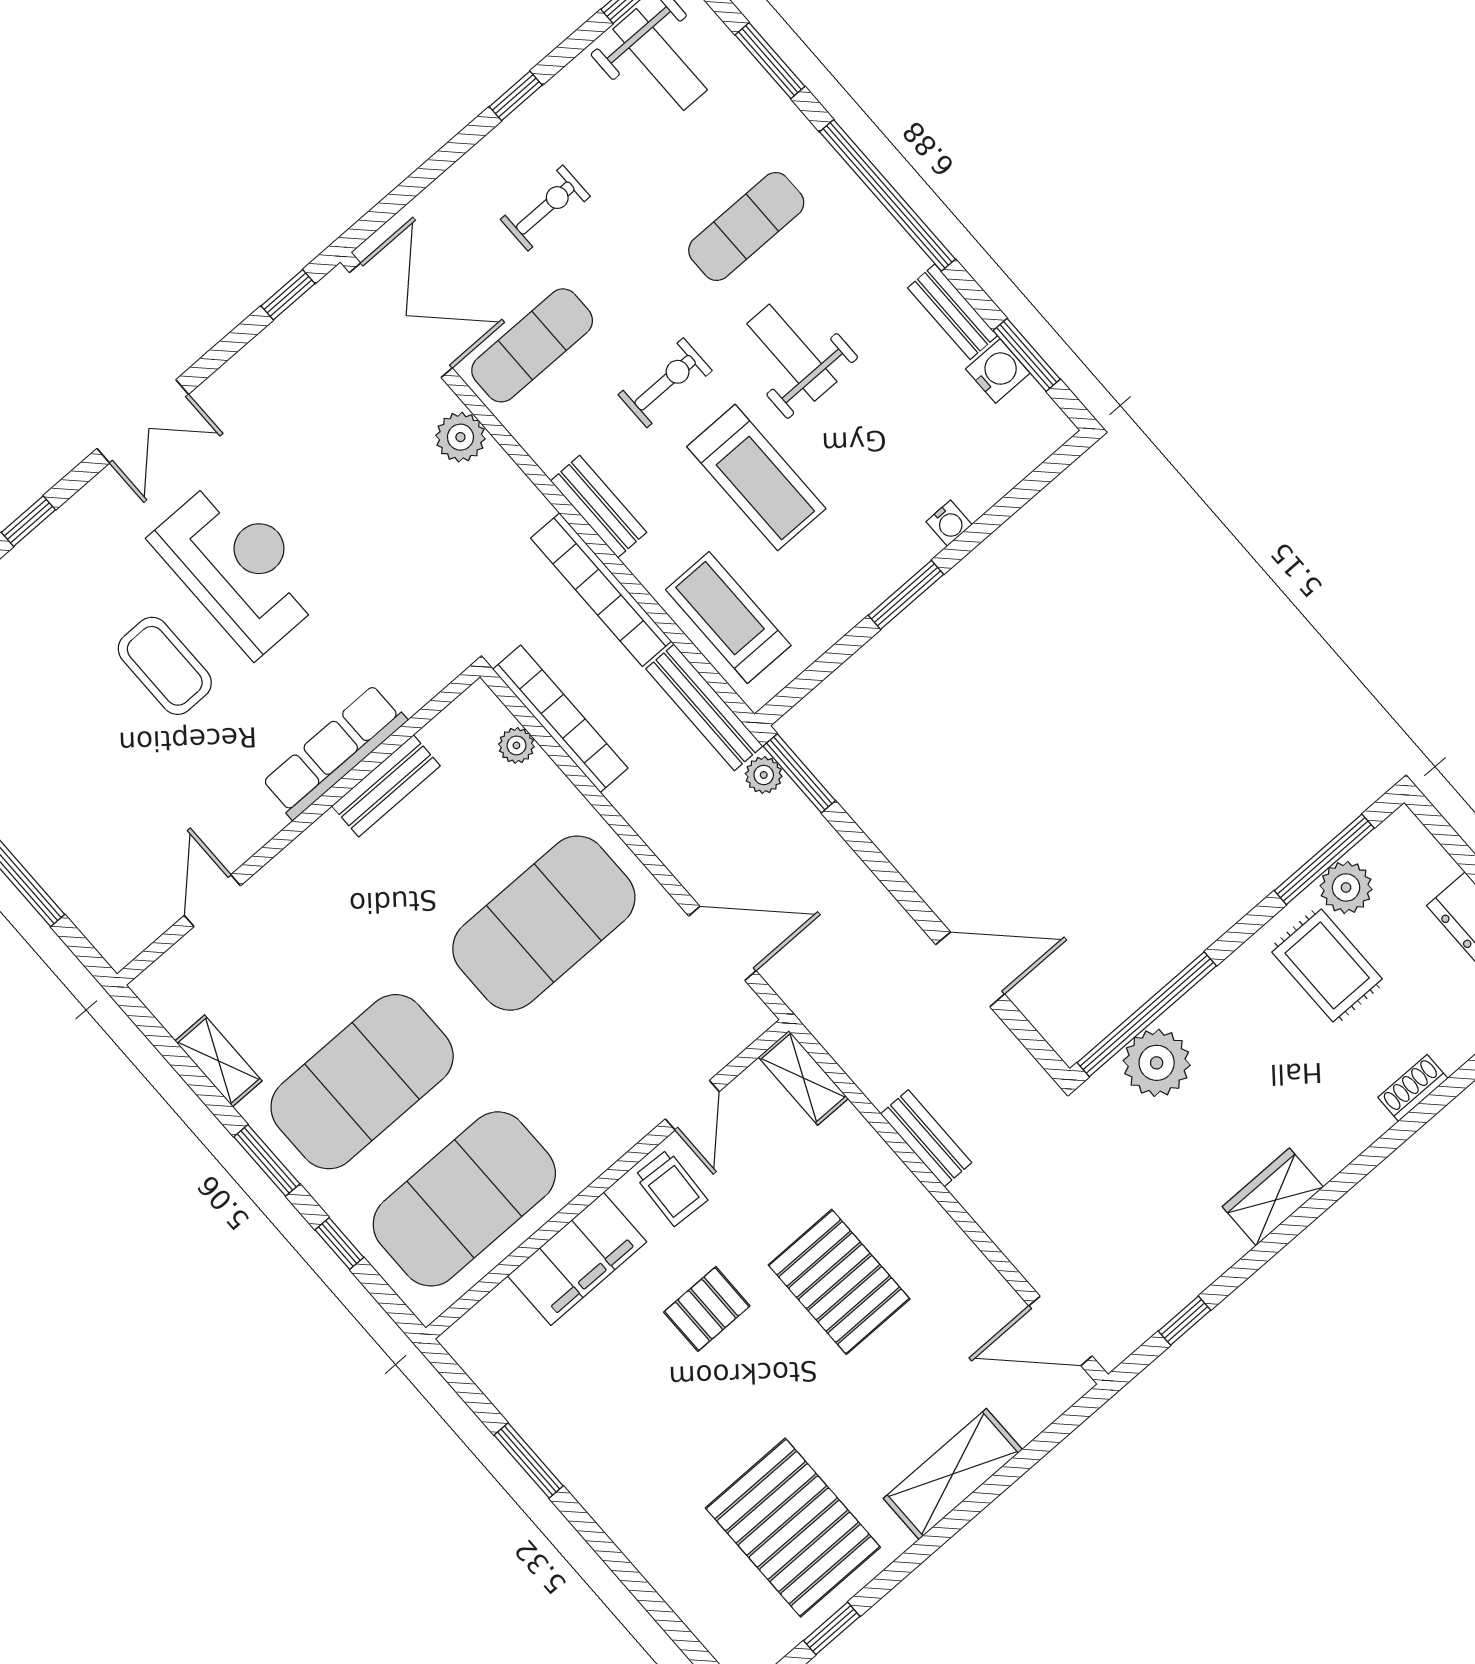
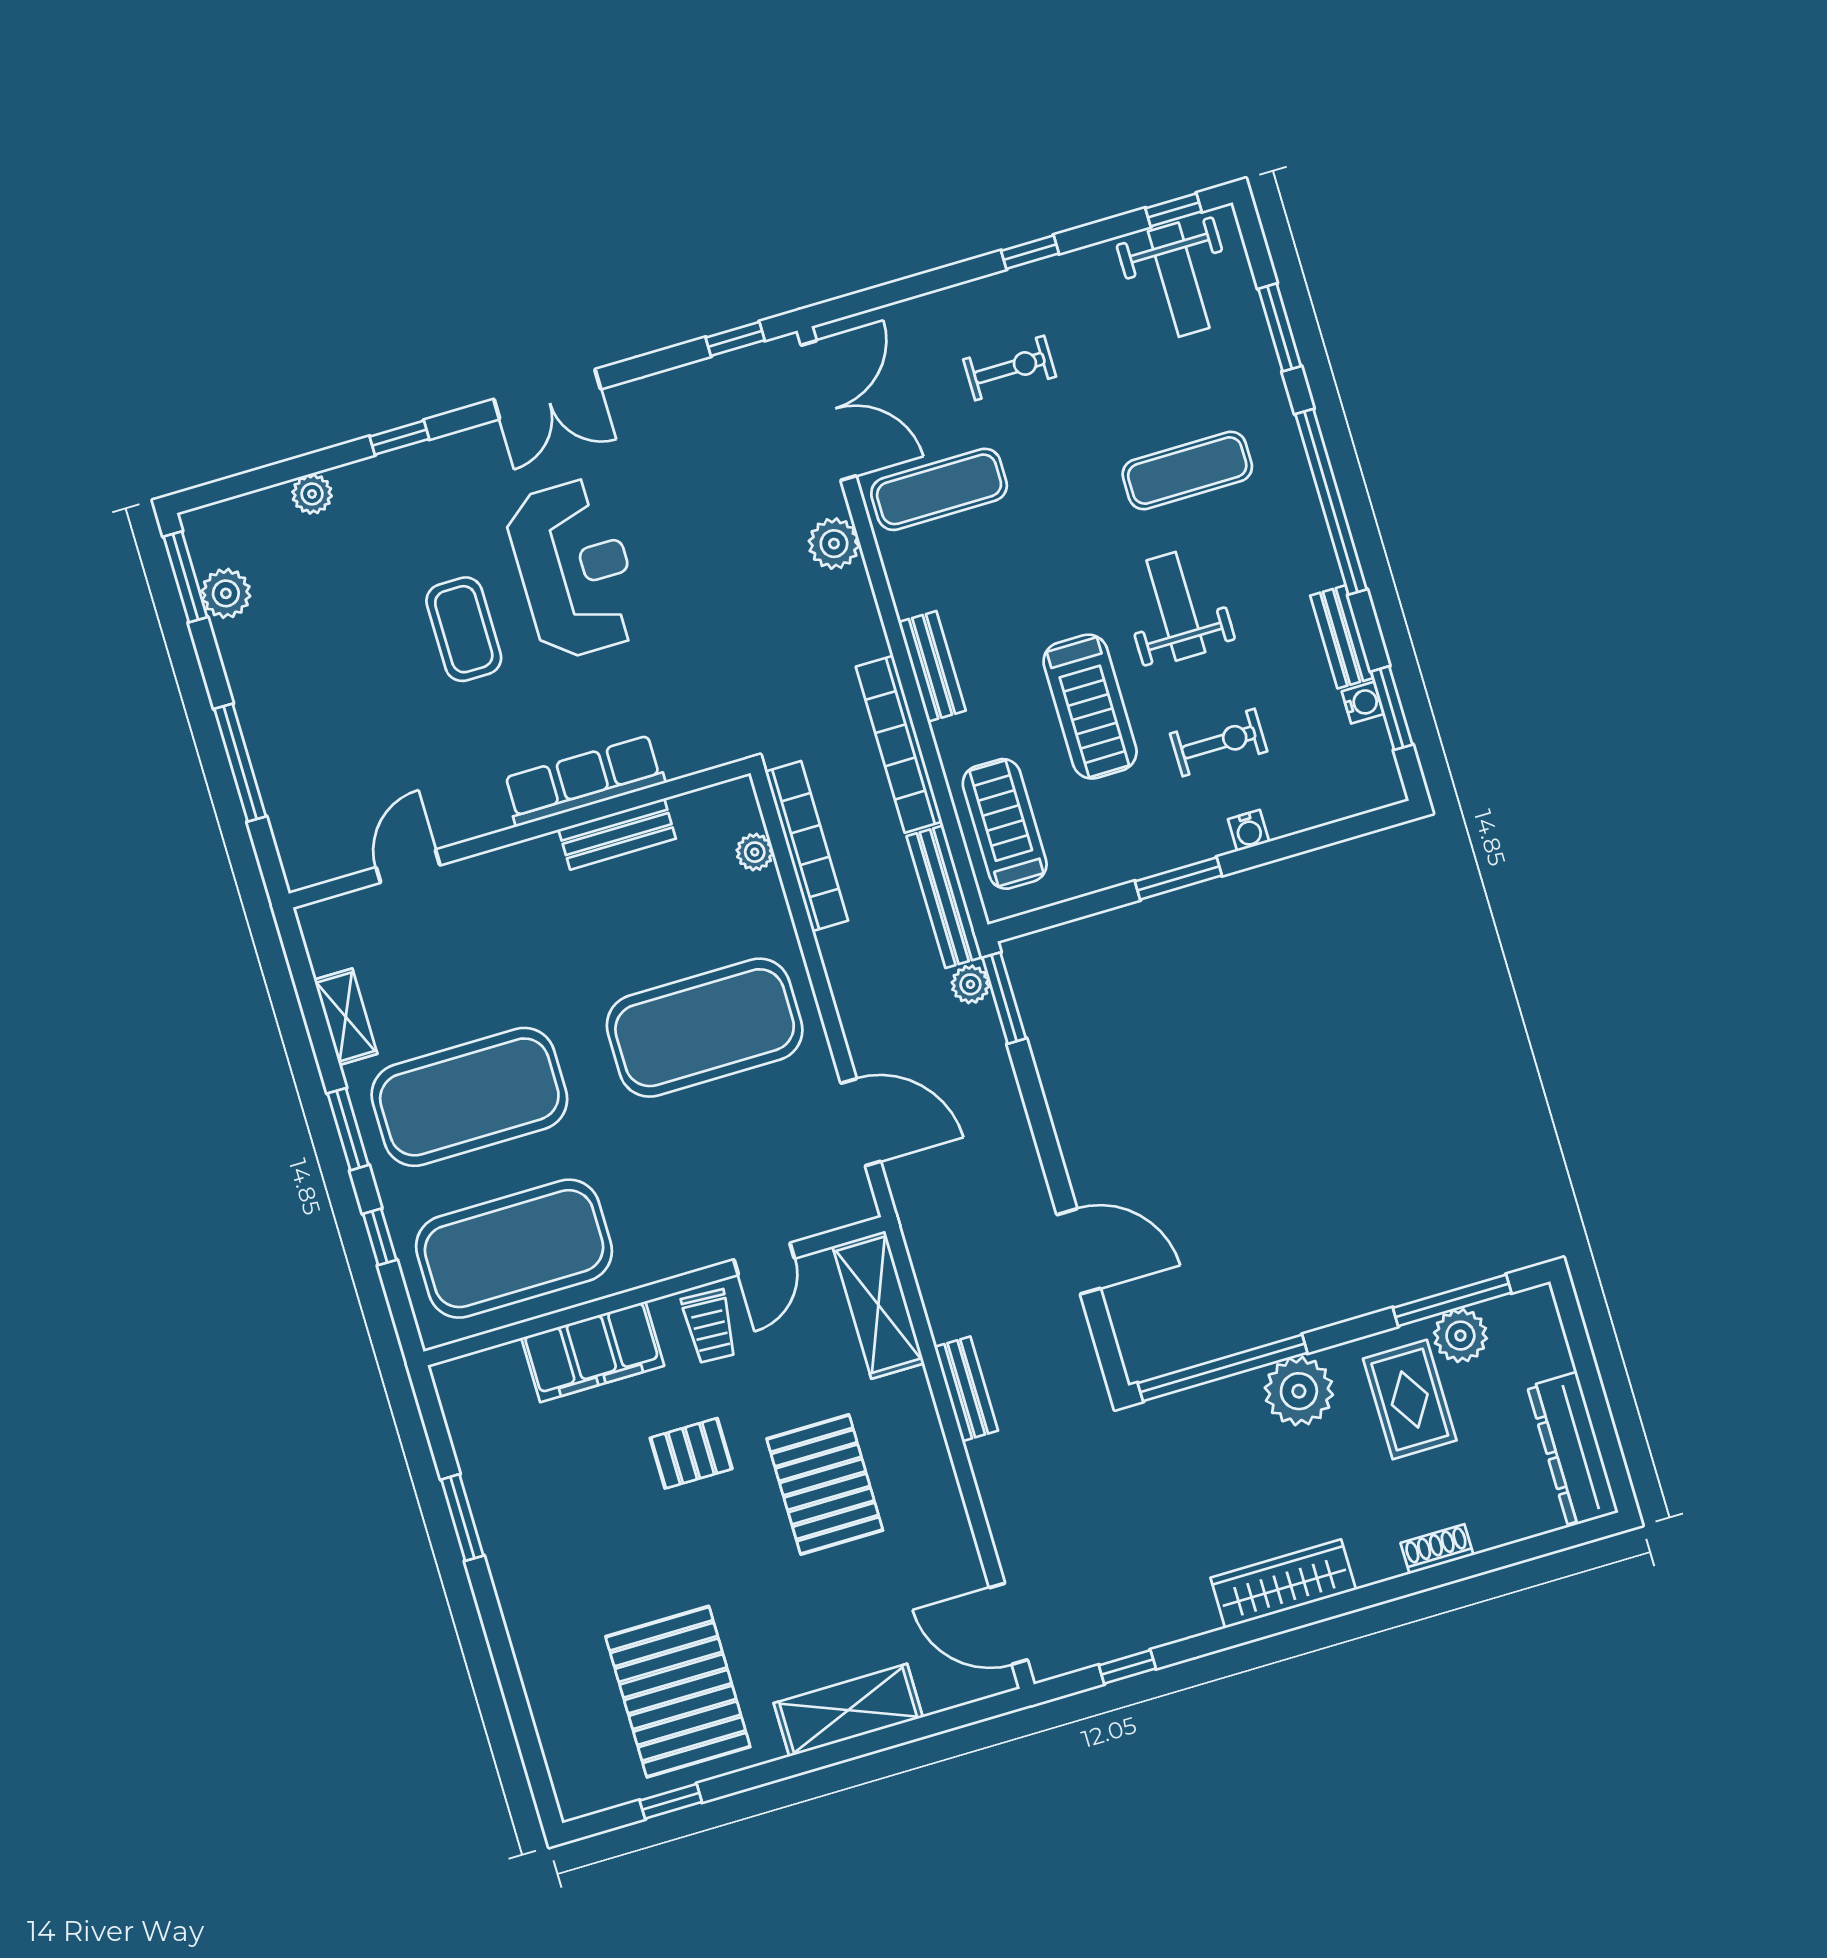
water cooler: (998, 371) -> (1363, 703), width x0.72, depth x0.72
exercise bike: (665, 383) -> (1219, 743), moved
plant: (1157, 1063) -> (1299, 1391), moved
shelving: (803, 1078) -> (878, 1305), width x1.50, depth x1.33
wardrobe: (1273, 1197) -> (1283, 1584), width x1.50

